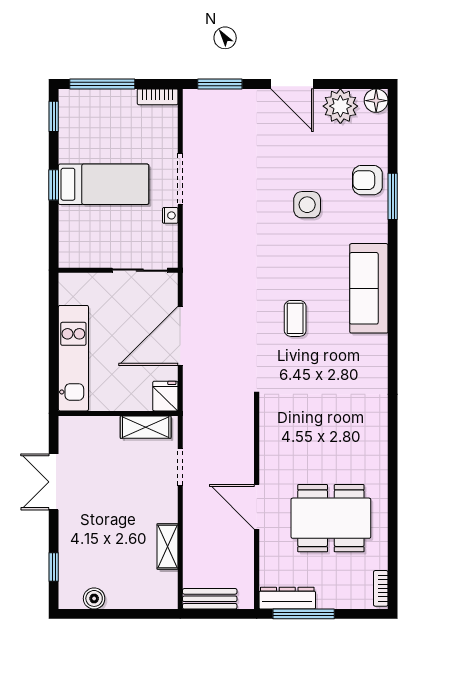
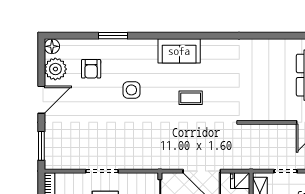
armchair: (367, 180) -> (91, 69), moved
side table: (307, 205) -> (131, 90), moved
nightstand: (170, 215) -> (125, 177), removed
sofa: (369, 288) -> (179, 51), width x0.73

